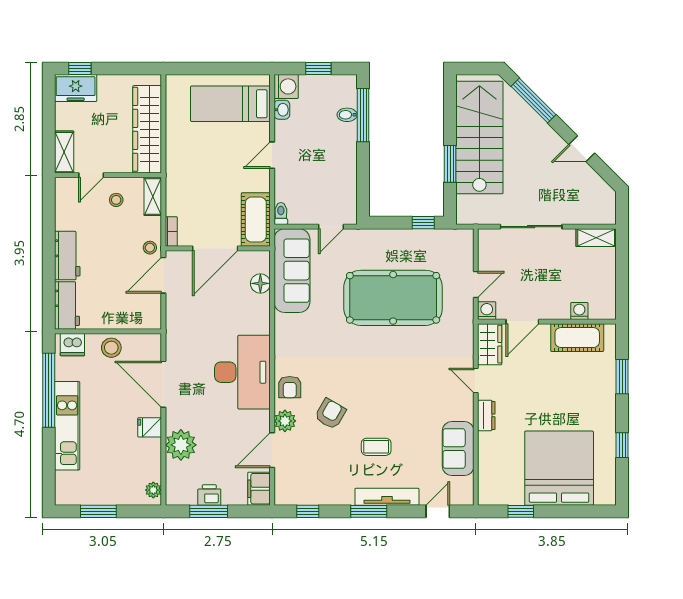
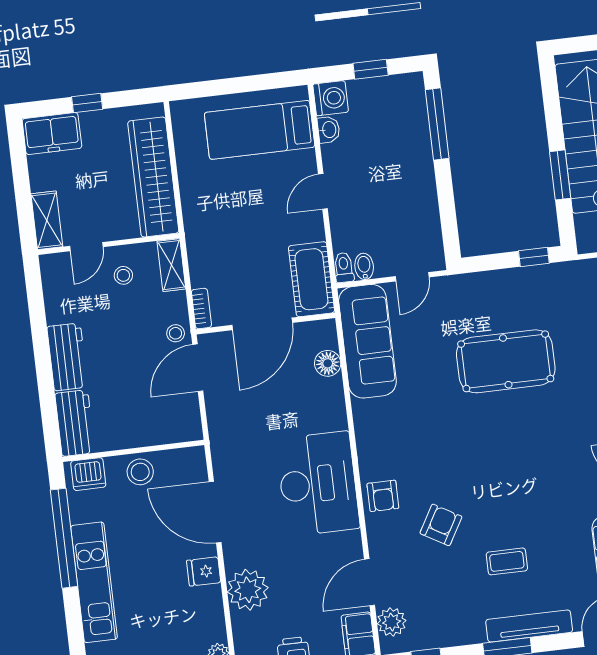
window: (80, 68) -> (87, 103), moved
bidet: (347, 115) -> (364, 266), moved, turned 90
pool table: (393, 298) -> (506, 361), width x0.73, depth x0.76
plant: (285, 421) -> (392, 622), moved

